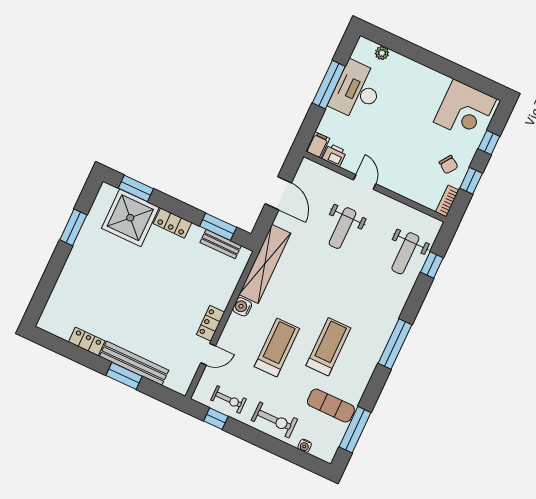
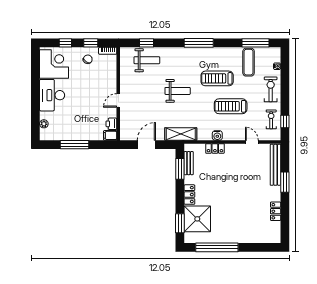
desk: (357, 91) -> (52, 95), moved, turned 90
window: (73, 227) -> (217, 247), width x2.11
weight bench: (342, 228) -> (178, 91), moved
shelving: (265, 264) -> (181, 134), width x0.68
locker: (211, 323) -> (215, 148), moved
bench: (134, 363) -> (275, 165), moved

